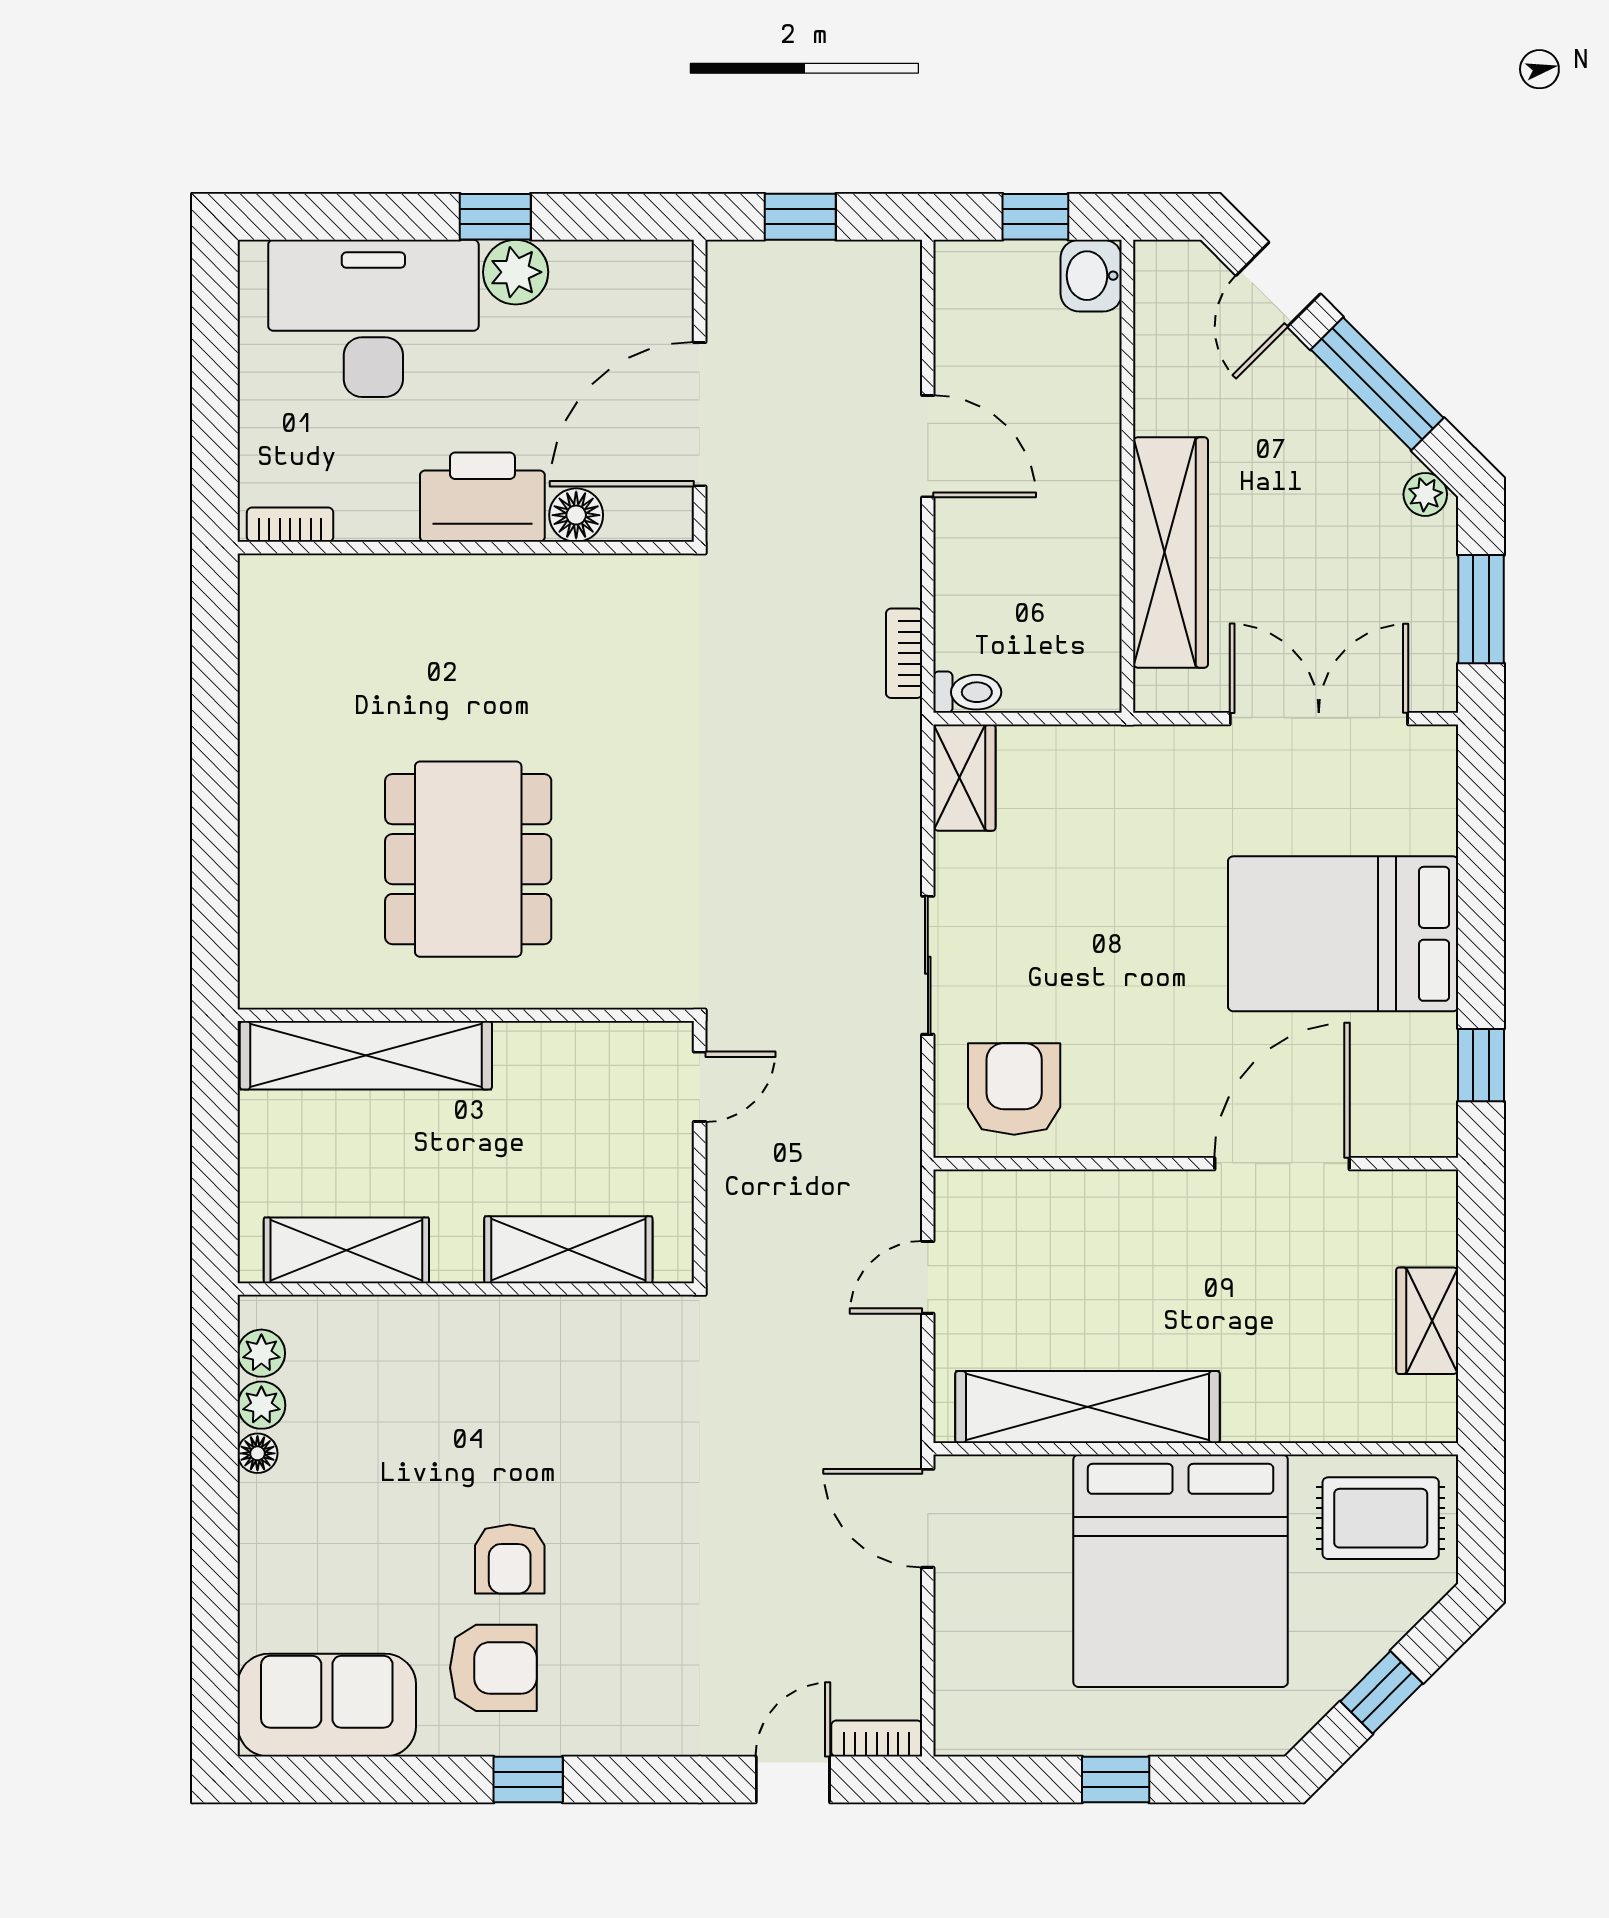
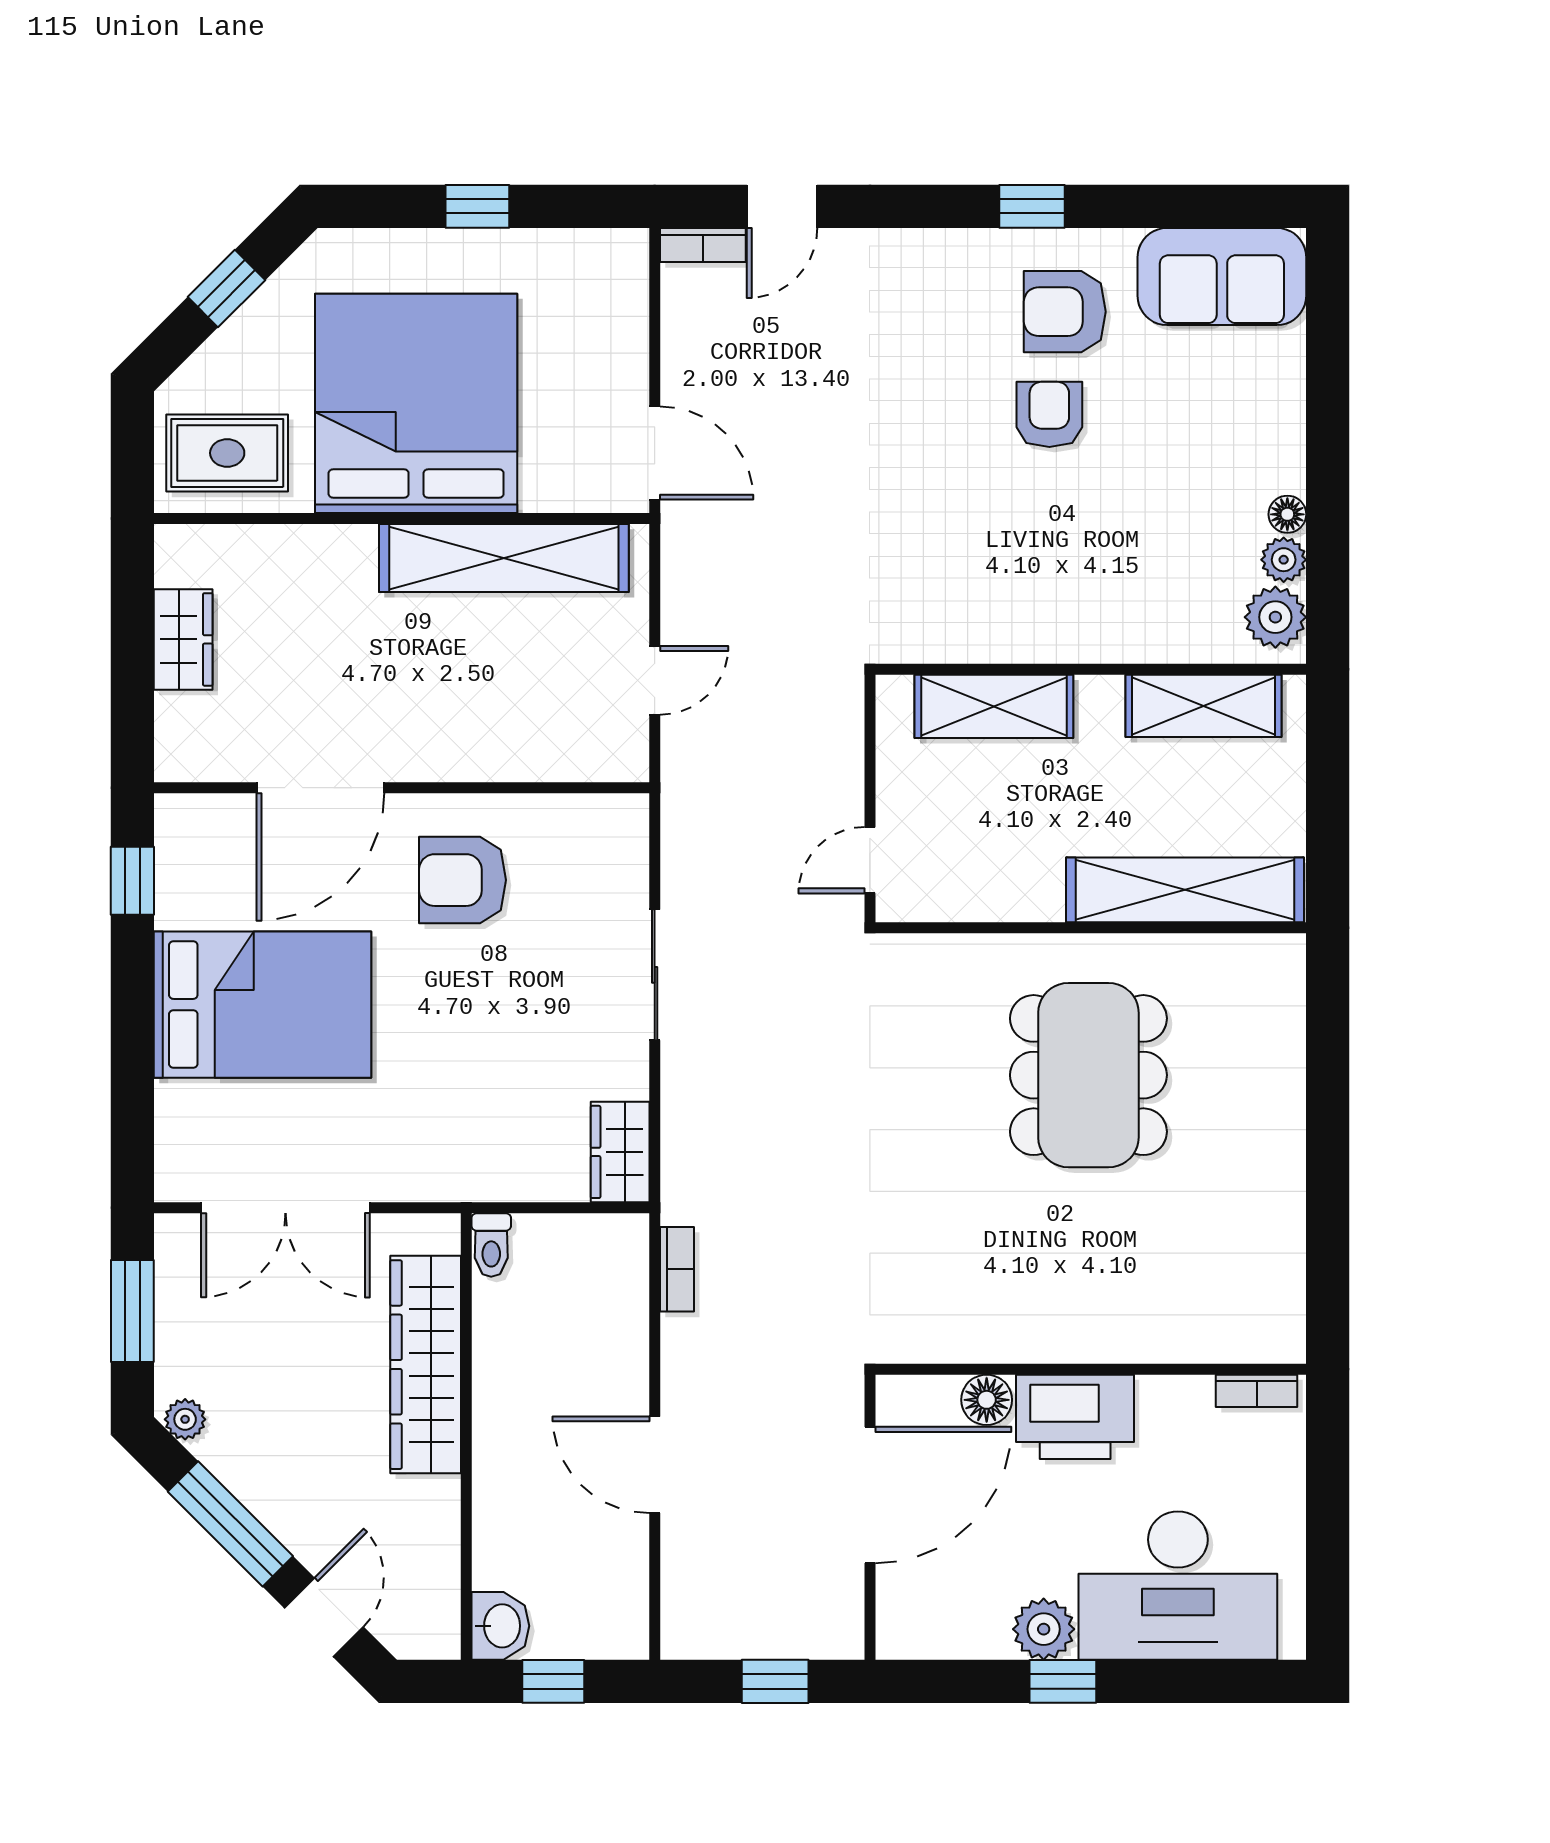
toilet: (967, 692) -> (491, 1245), moved, turned -90
armchair: (1014, 1089) -> (462, 880), moved, turned 90
plant: (261, 1353) -> (1275, 617), width x1.38, depth x1.38

